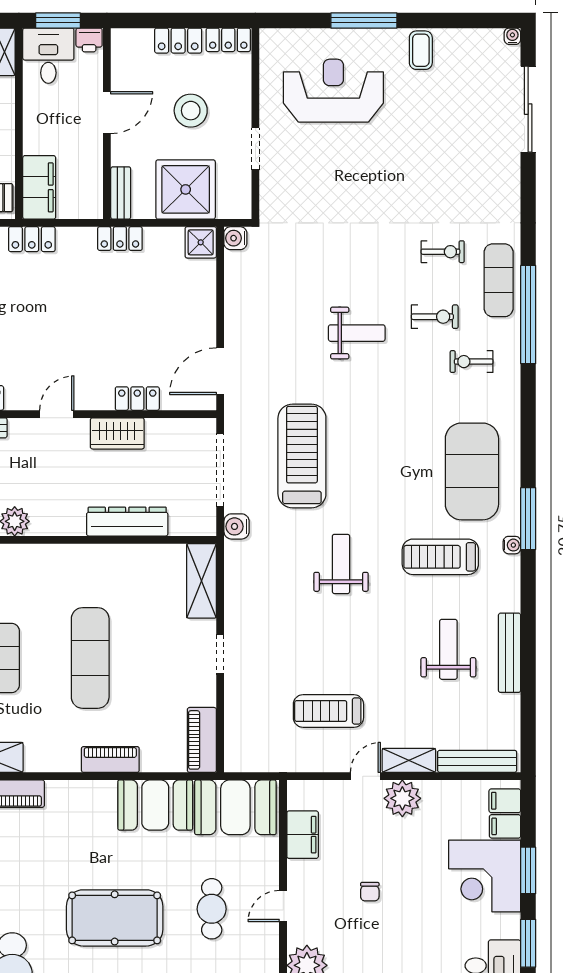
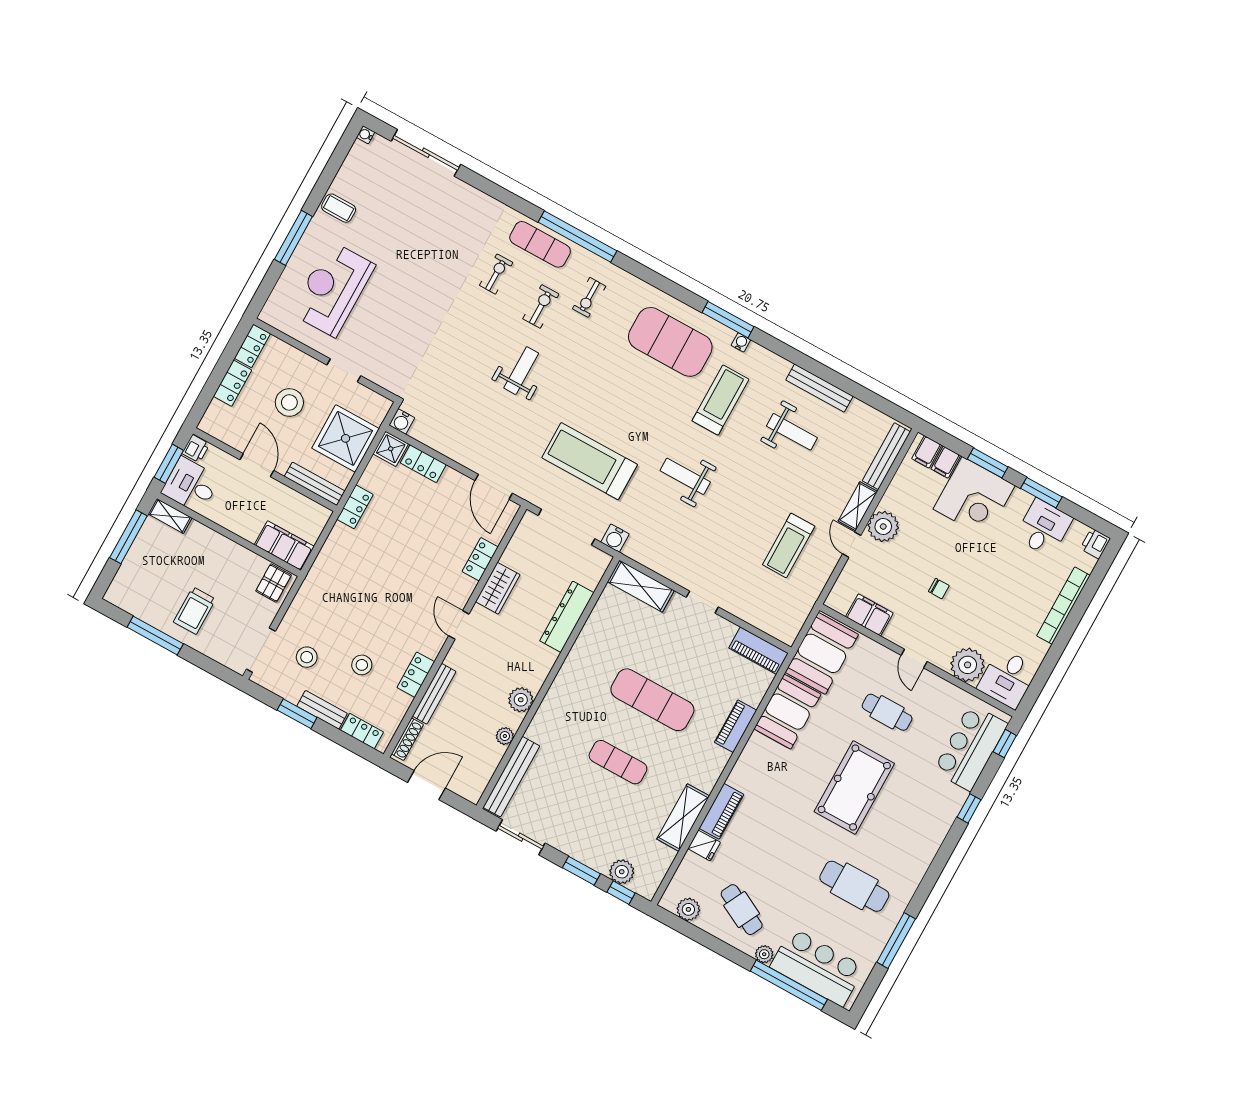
bench: (121, 193) -> (315, 484), width x1.36
locker: (32, 239) -> (423, 464), moved, turned 90
treadmill: (440, 557) -> (720, 400), turned 180
weight bench: (448, 649) -> (792, 432), turned 180

